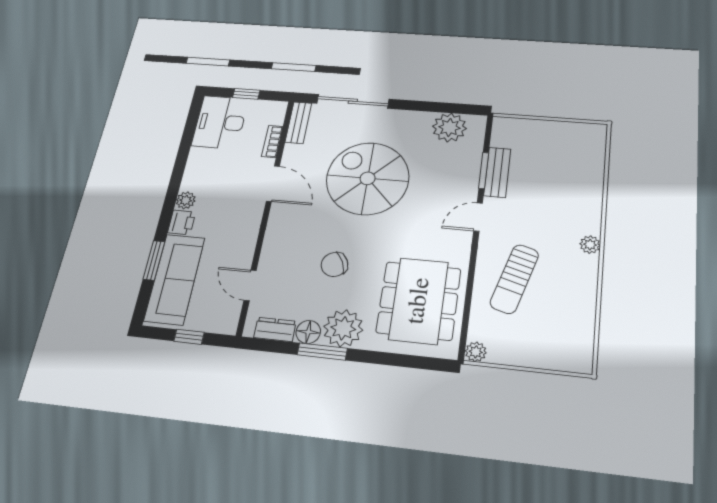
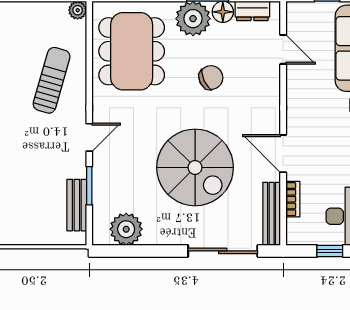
bench: (298, 123) -> (272, 214), width x1.36
bench: (497, 172) -> (77, 205), moved

